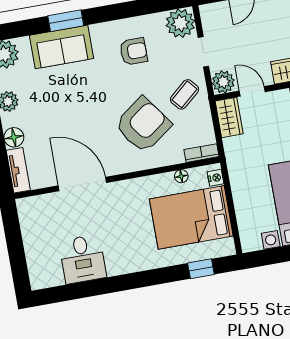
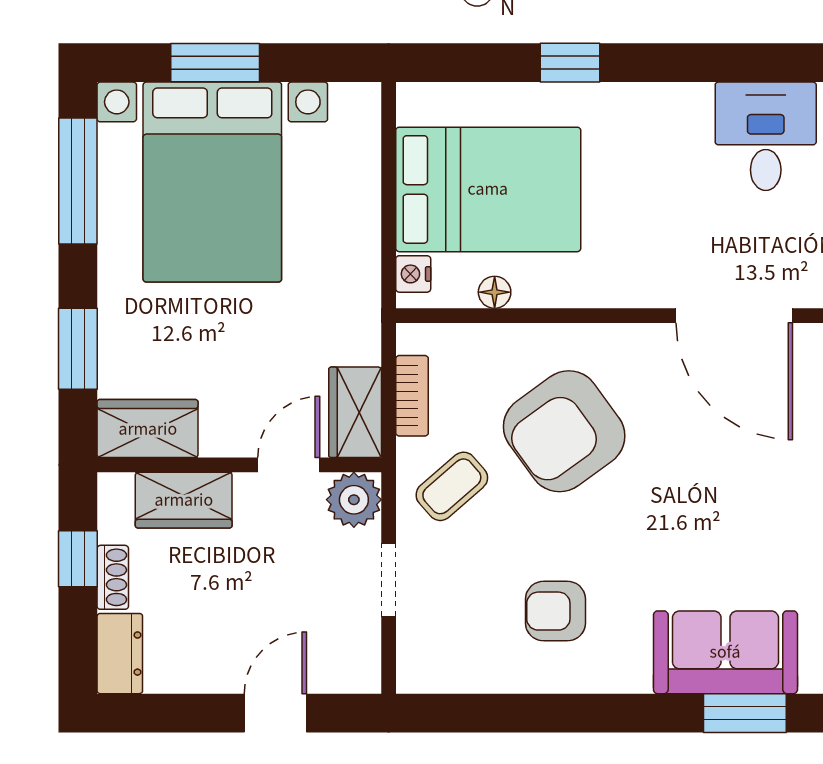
window: (66, 21) -> (745, 713), moved
plant: (180, 23) -> (432, 658), removed
door: (252, 91) -> (289, 465), swing flipped
bookcase: (202, 153) -> (412, 396), moved, turned -90
window: (201, 269) -> (570, 63), moved

